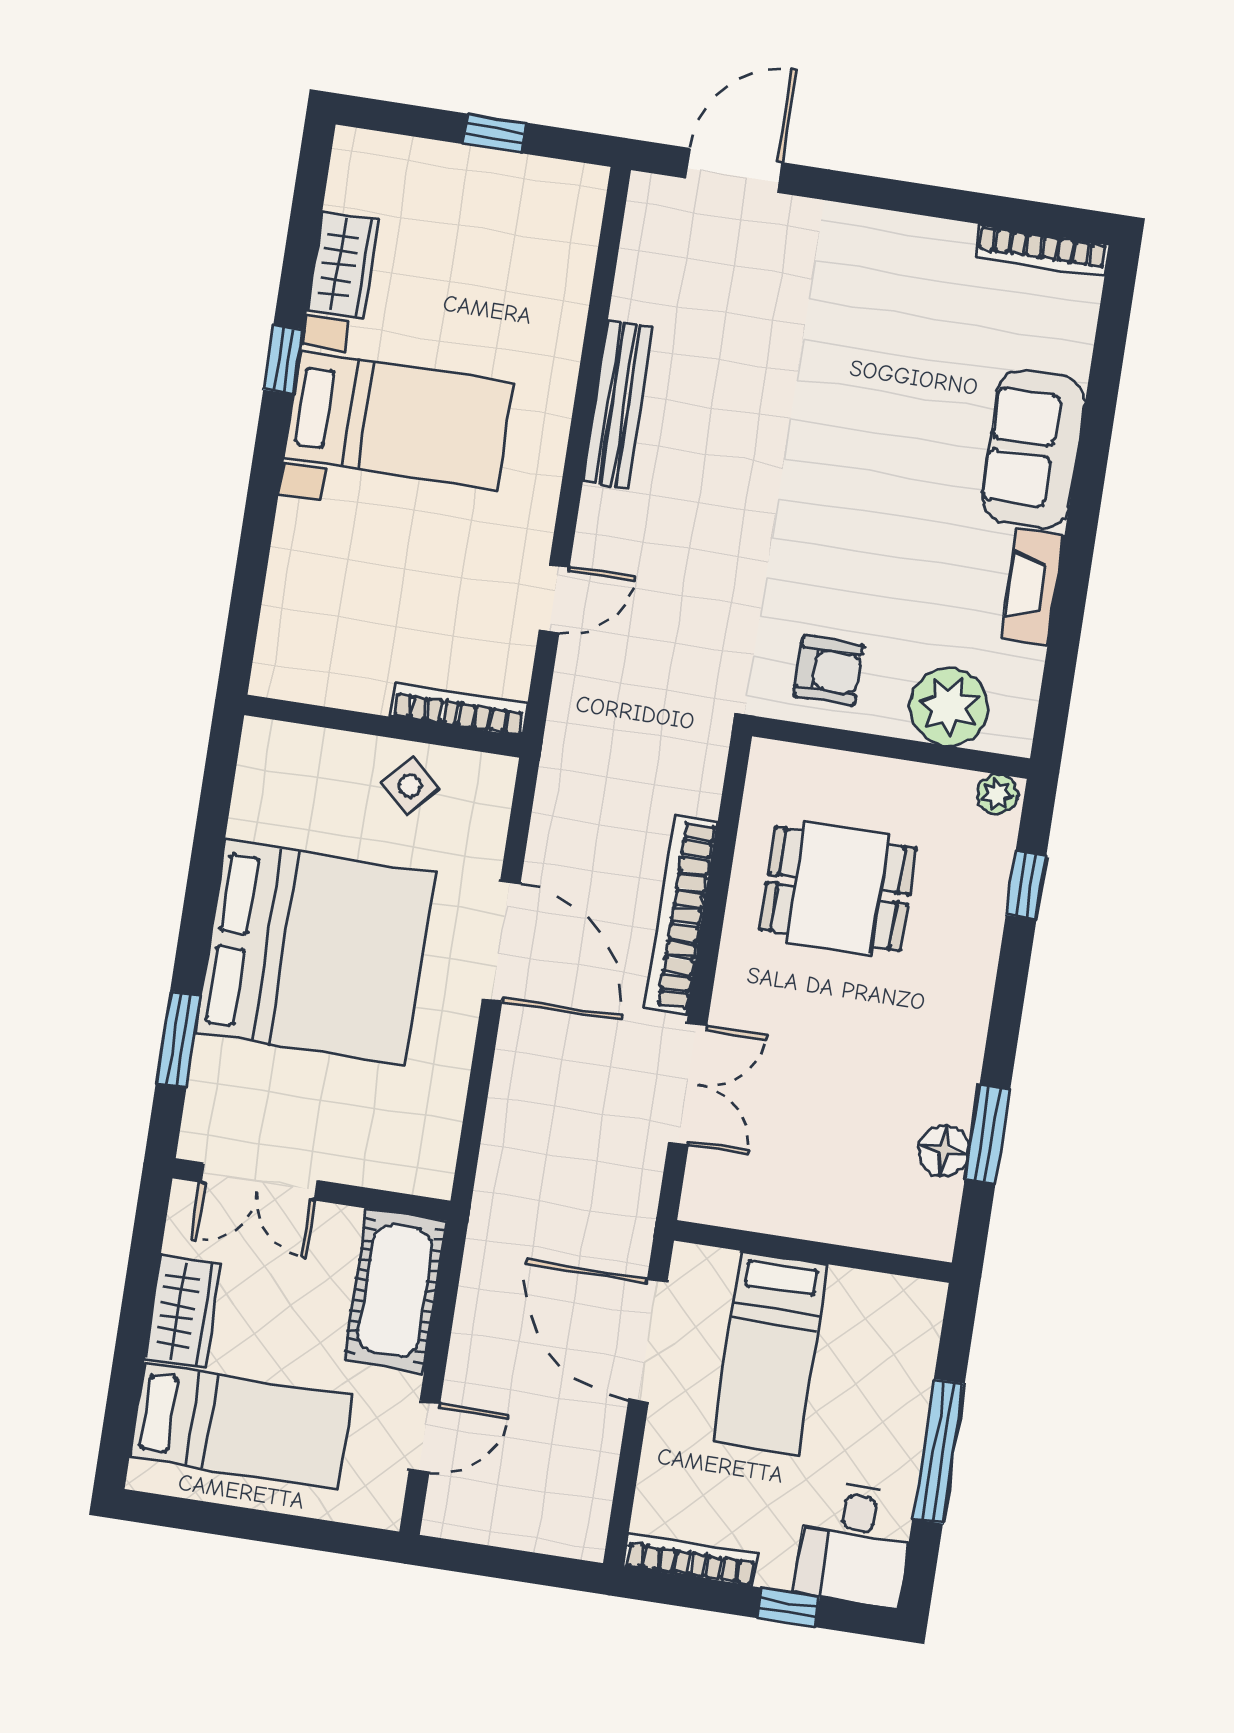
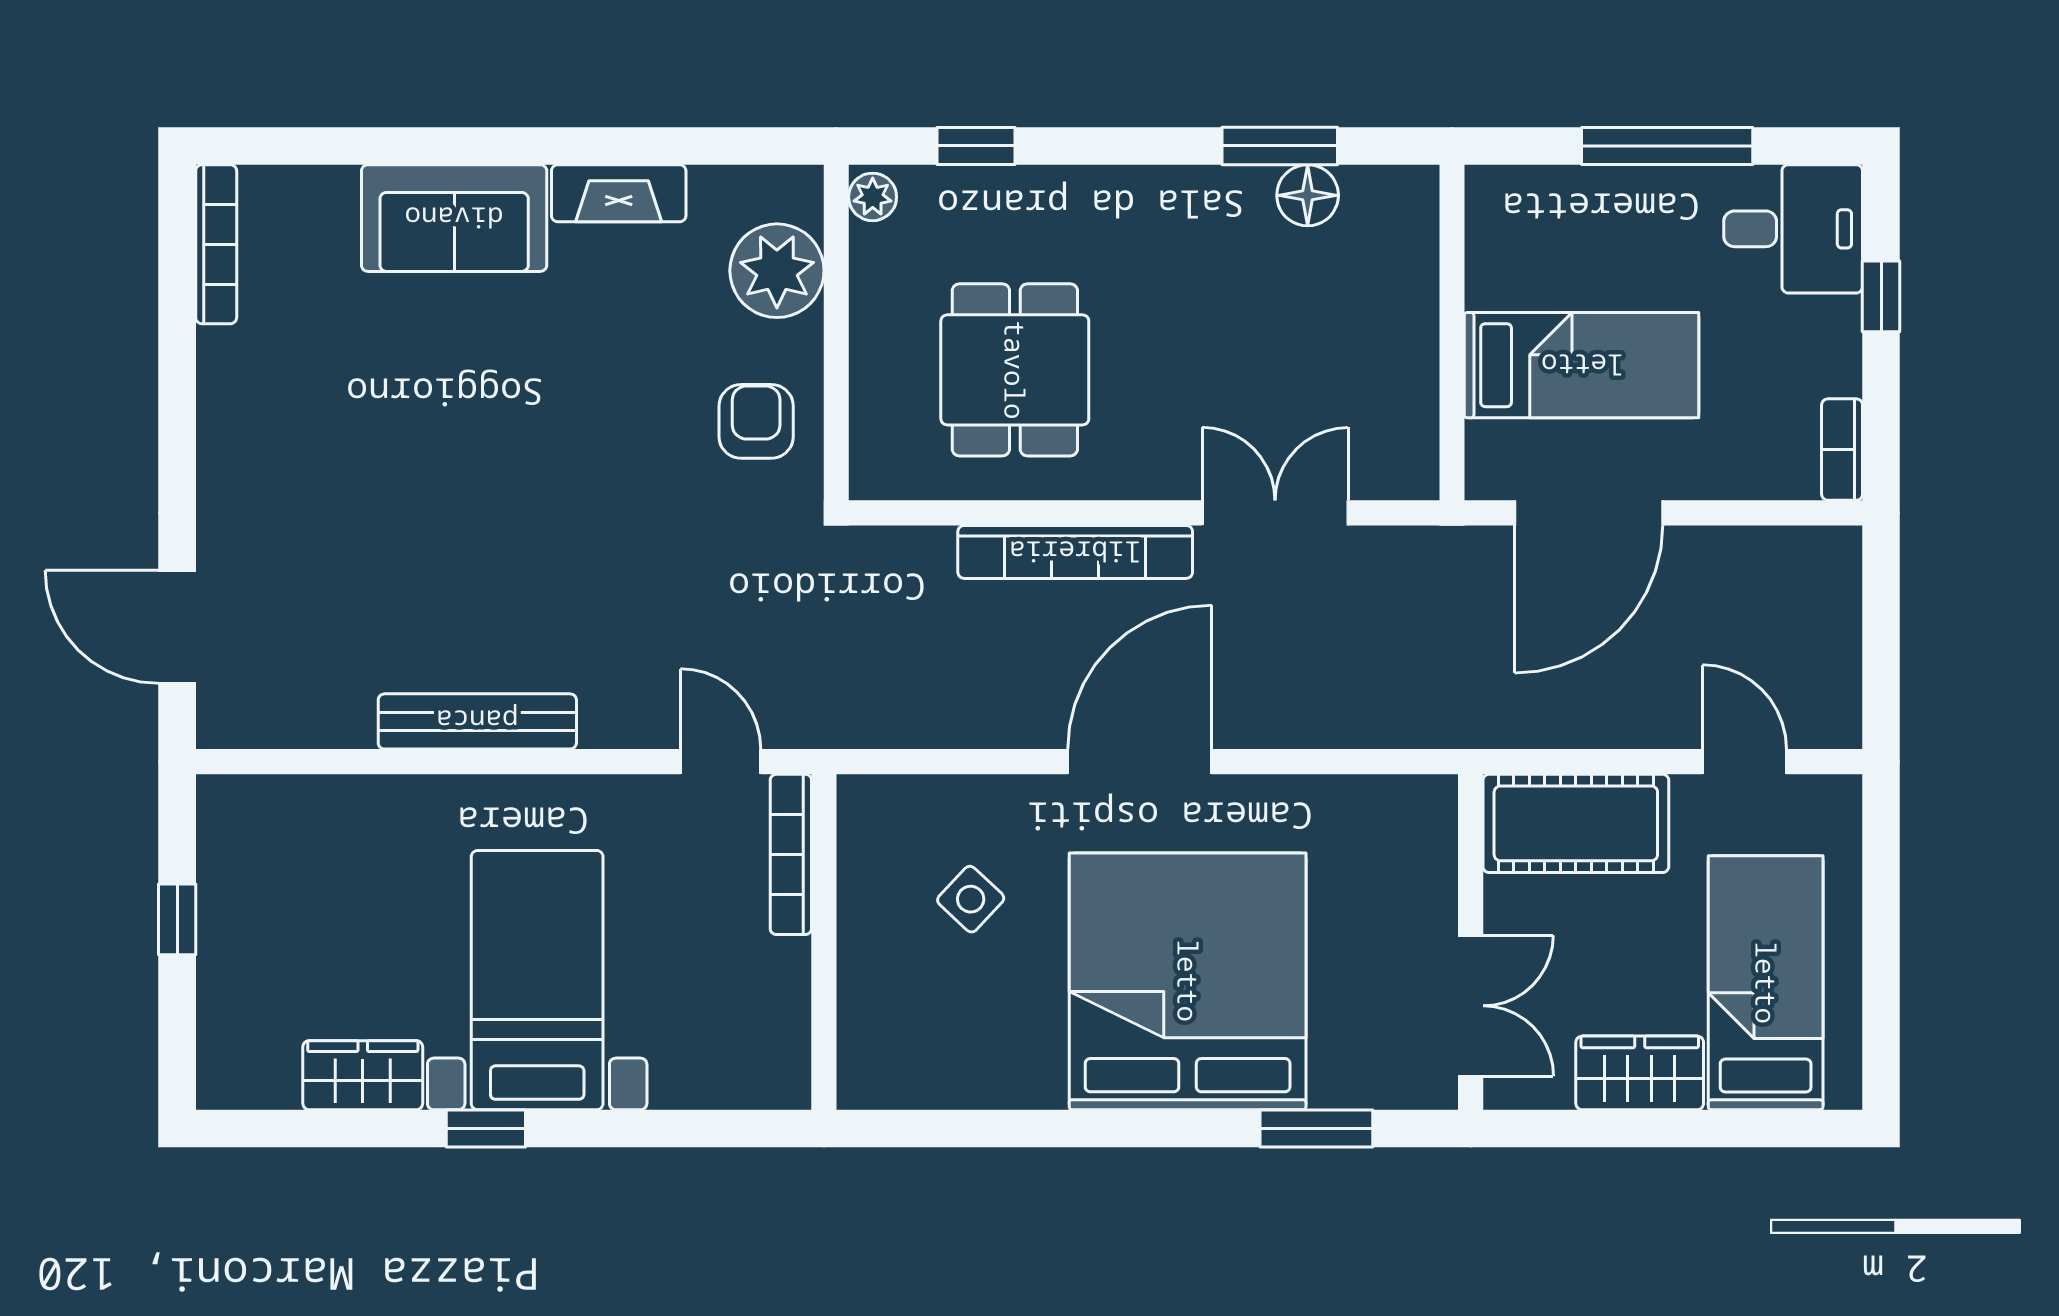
bookcase: (459, 710) -> (791, 854), moved
wall: (383, 726) -> (824, 942), moved
bookcase: (691, 1560) -> (1842, 450), width x0.64

